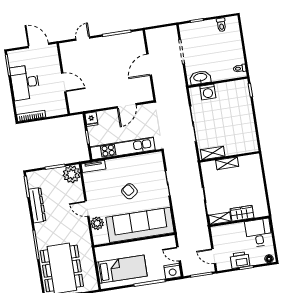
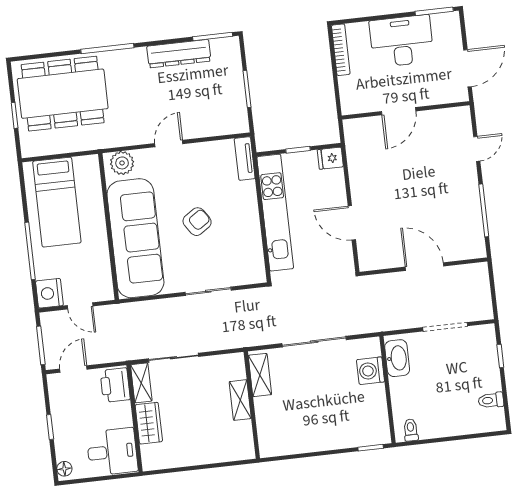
door: (83, 38) -> (477, 149), hinge flipped
plant: (72, 174) -> (232, 118), removed
plant: (97, 223) -> (122, 163), moved
door: (179, 254) -> (80, 306), swing flipped
printer: (240, 260) -> (115, 385), moved, turned 180

